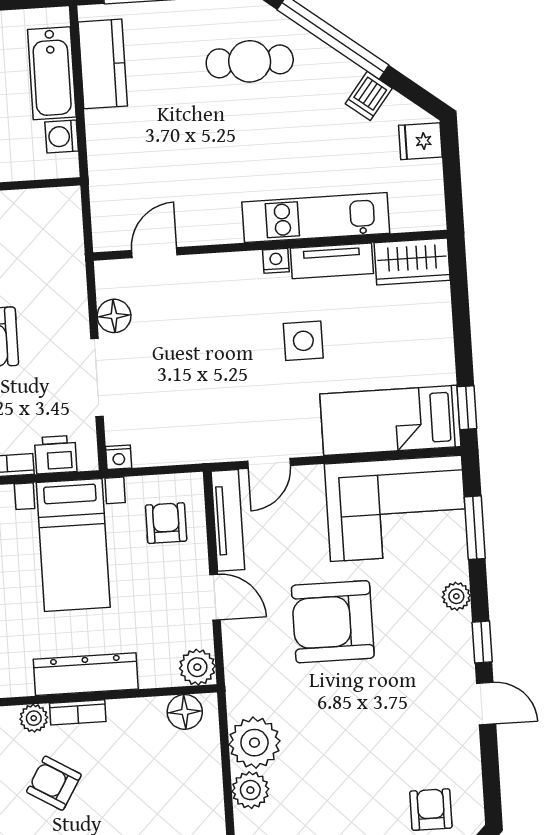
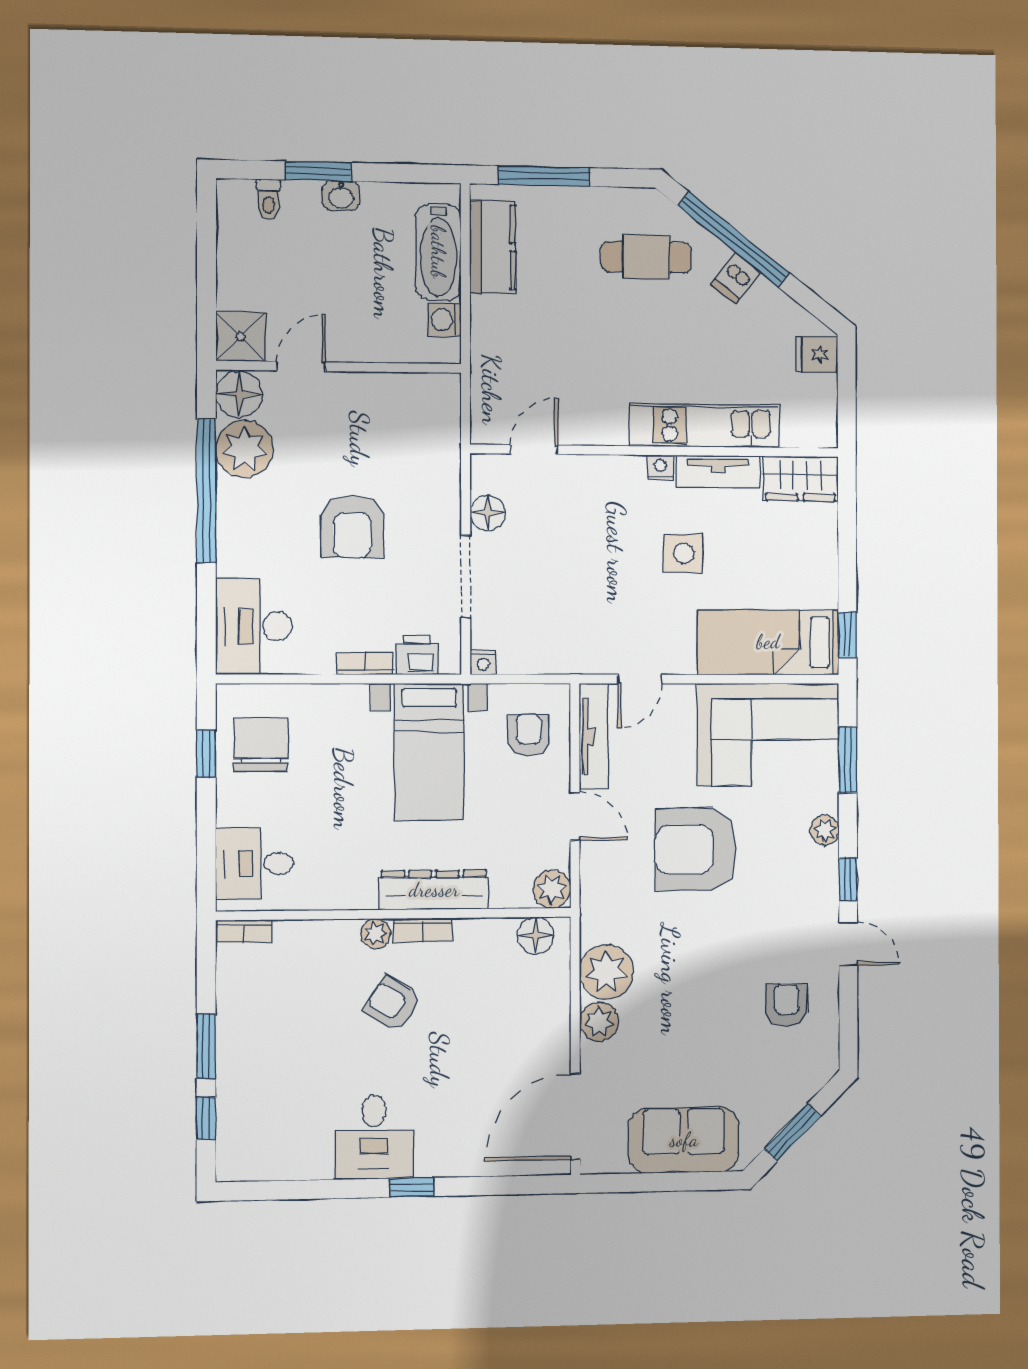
dishwasher: (369, 96) -> (736, 278), moved
armchair: (431, 810) -> (786, 1005), moved

